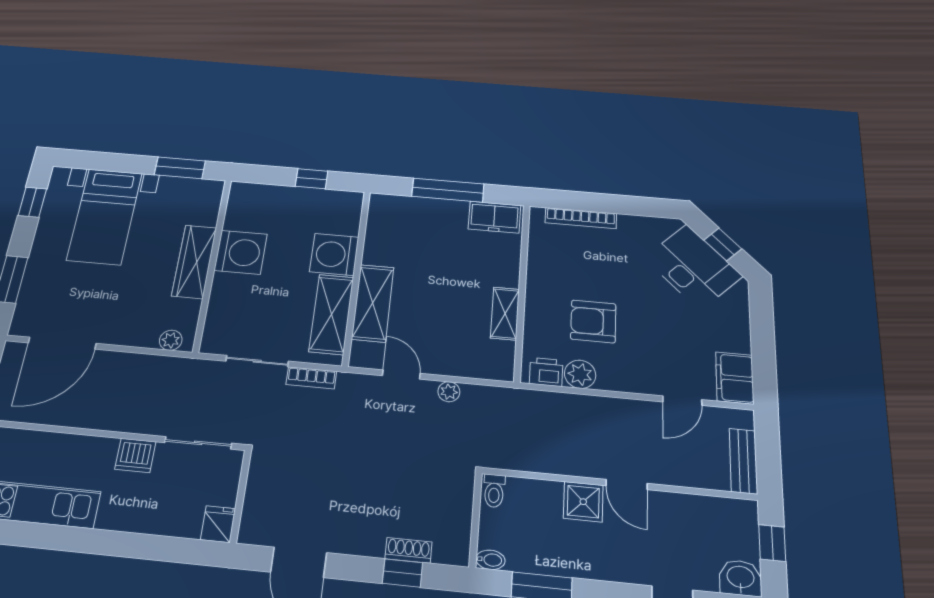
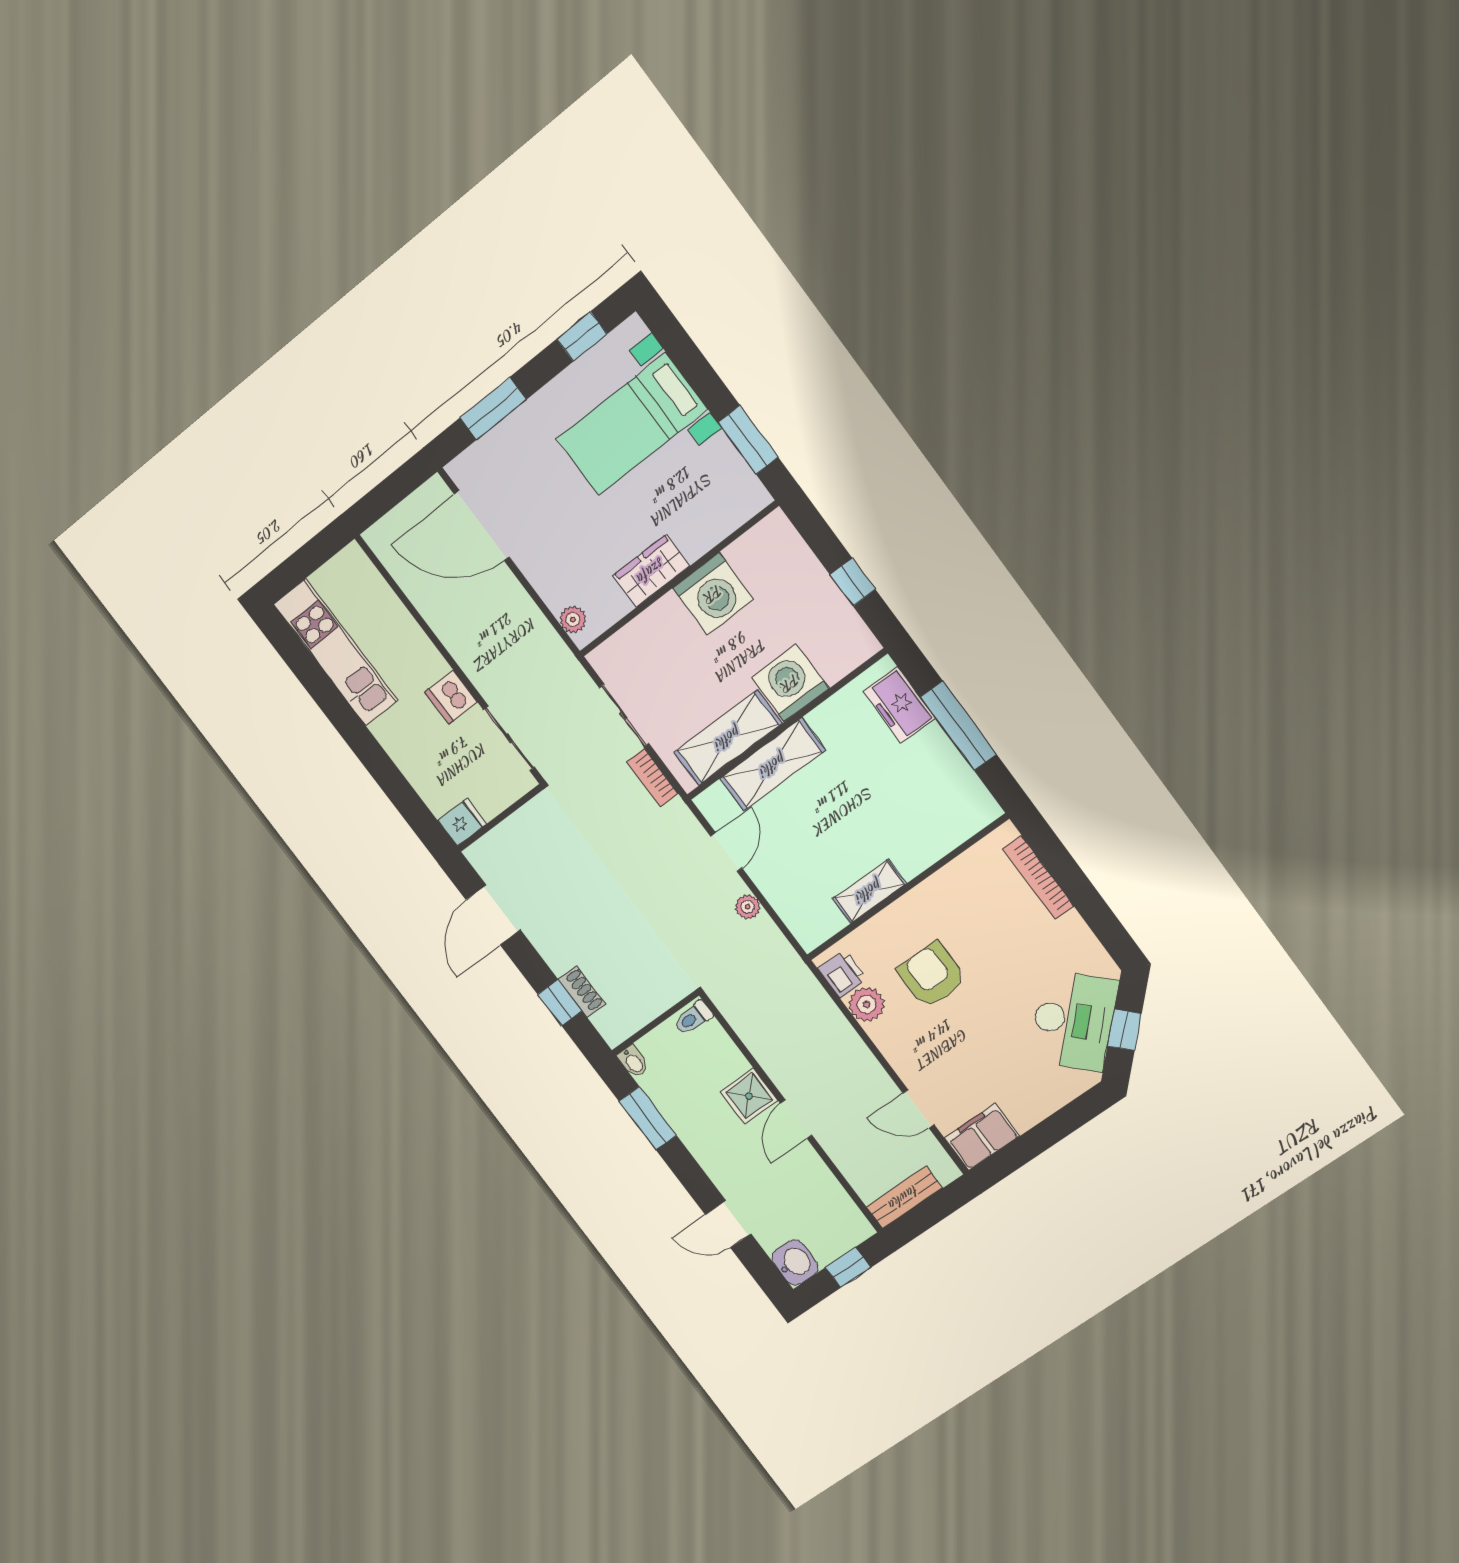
freezer: (494, 217) -> (899, 705), moved
wardrobe: (194, 262) -> (651, 571), width x0.67

